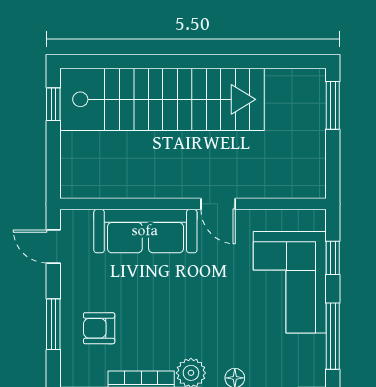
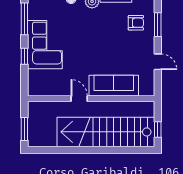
wall: (193, 204) -> (91, 99), moved
door: (218, 204) -> (79, 99), moved
sofa: (145, 231) -> (114, 86), moved

